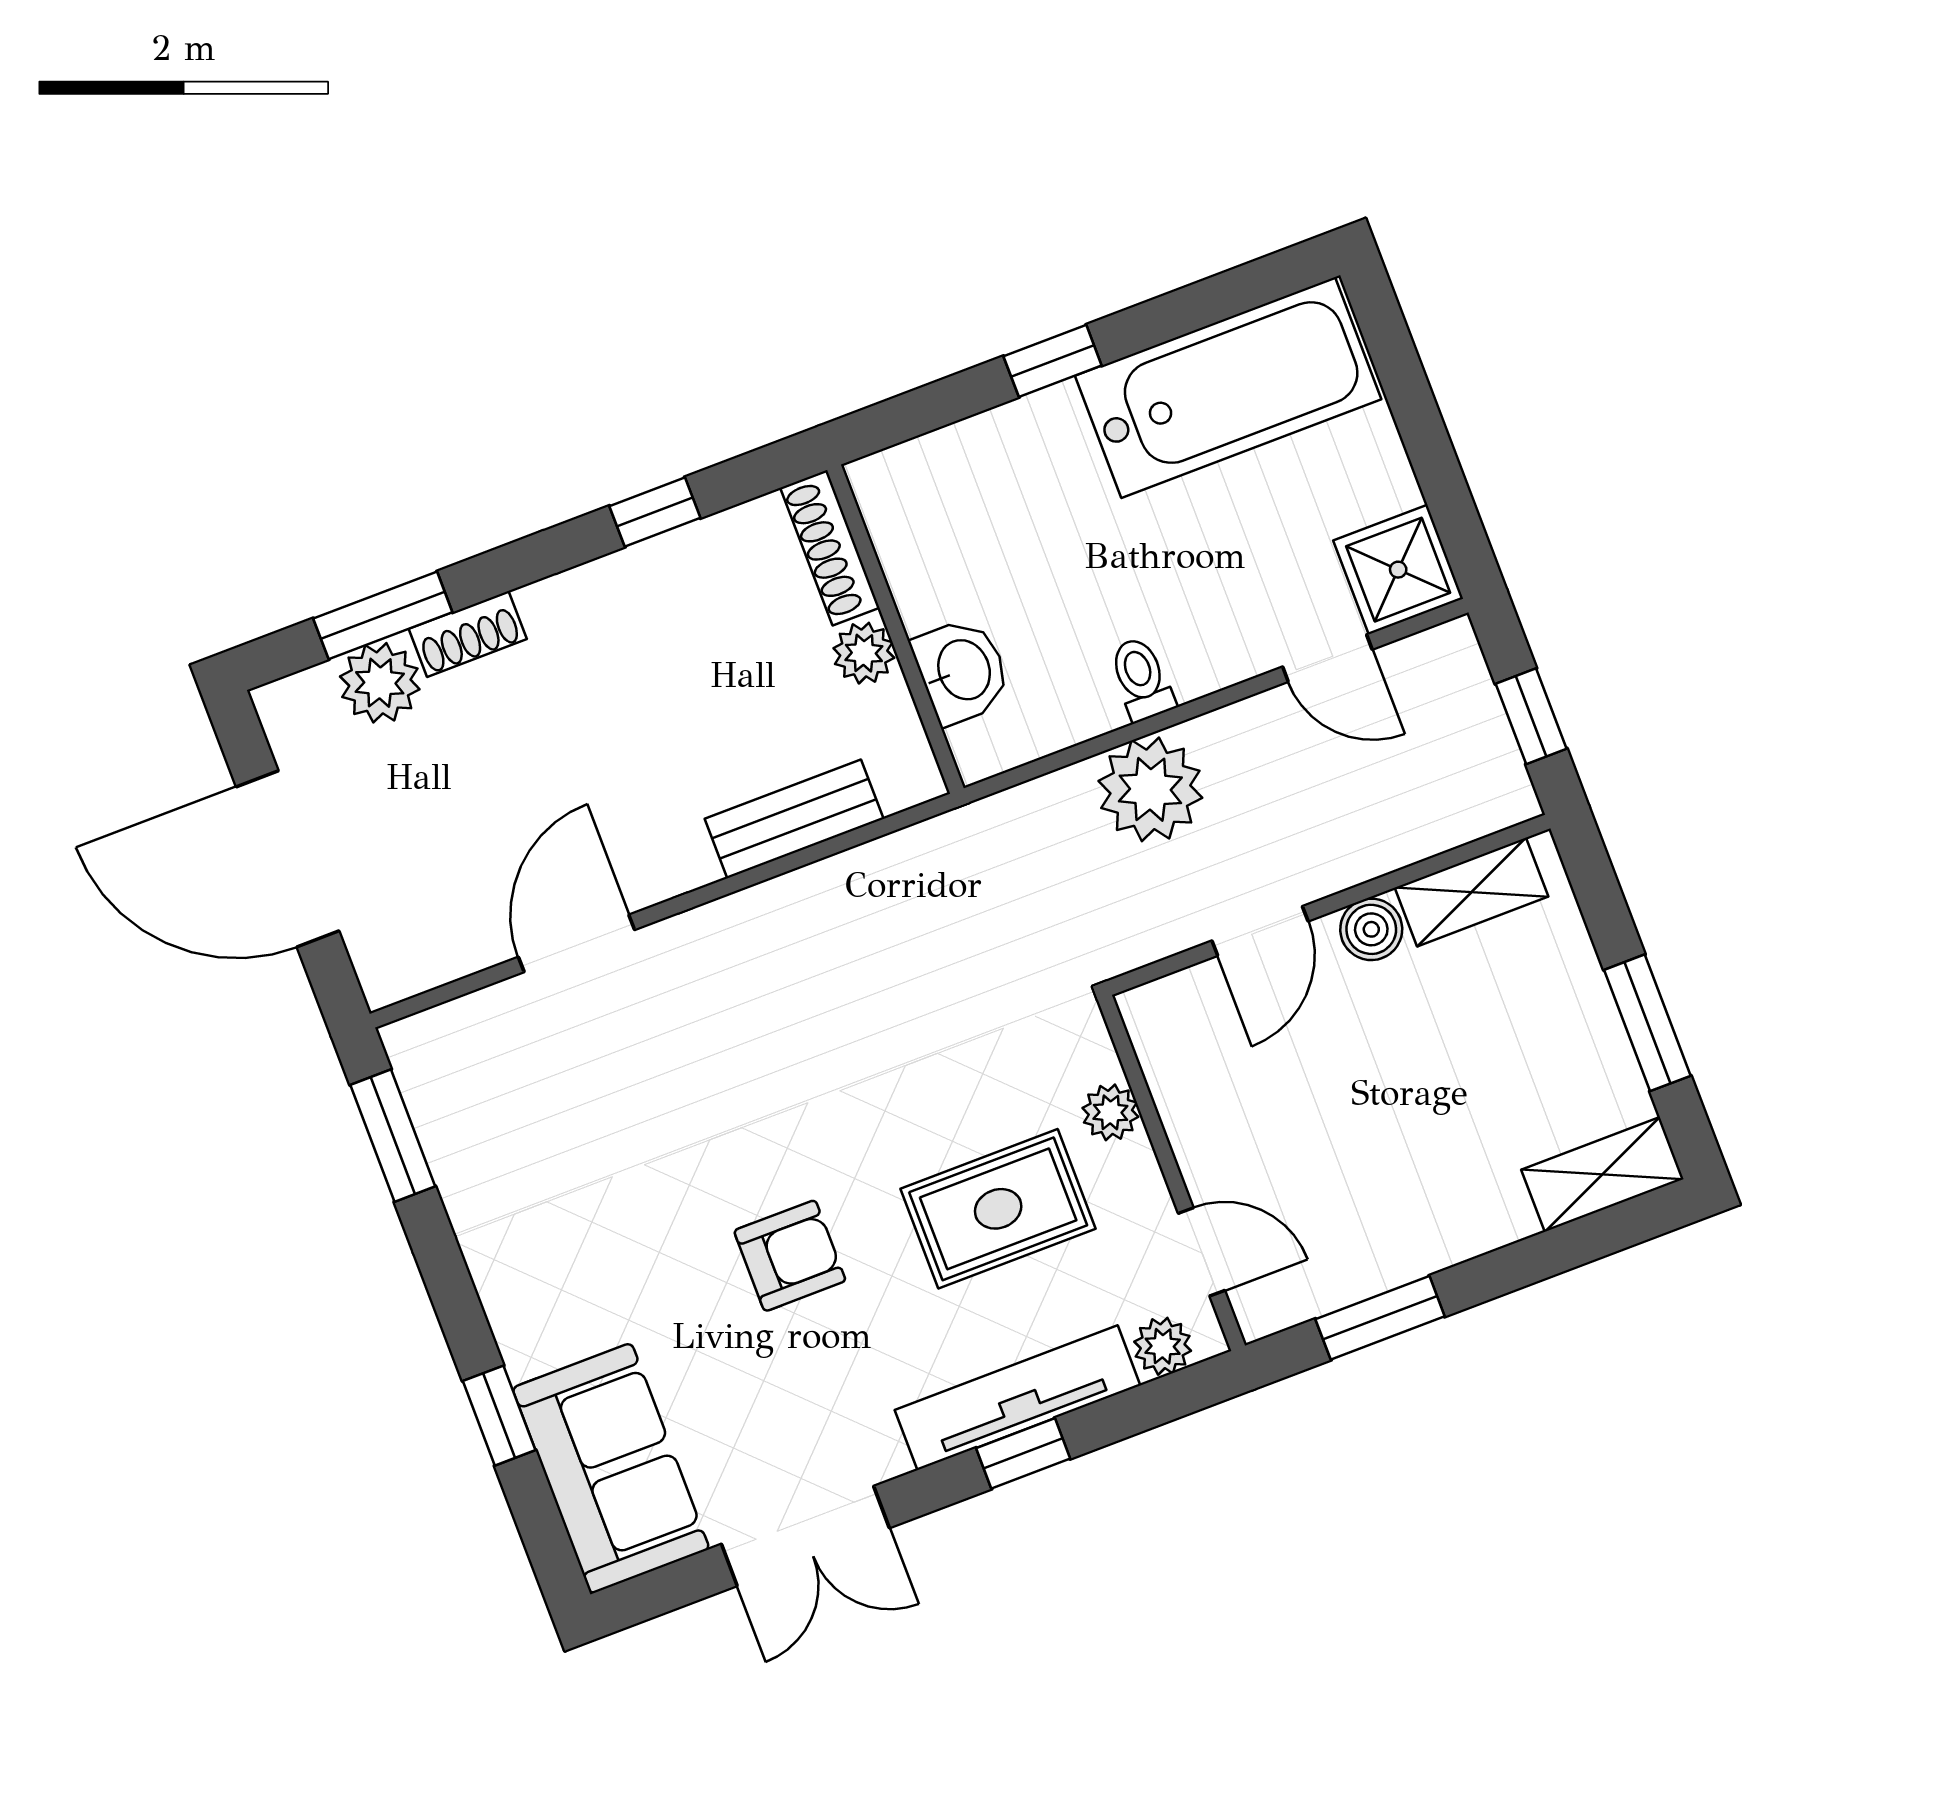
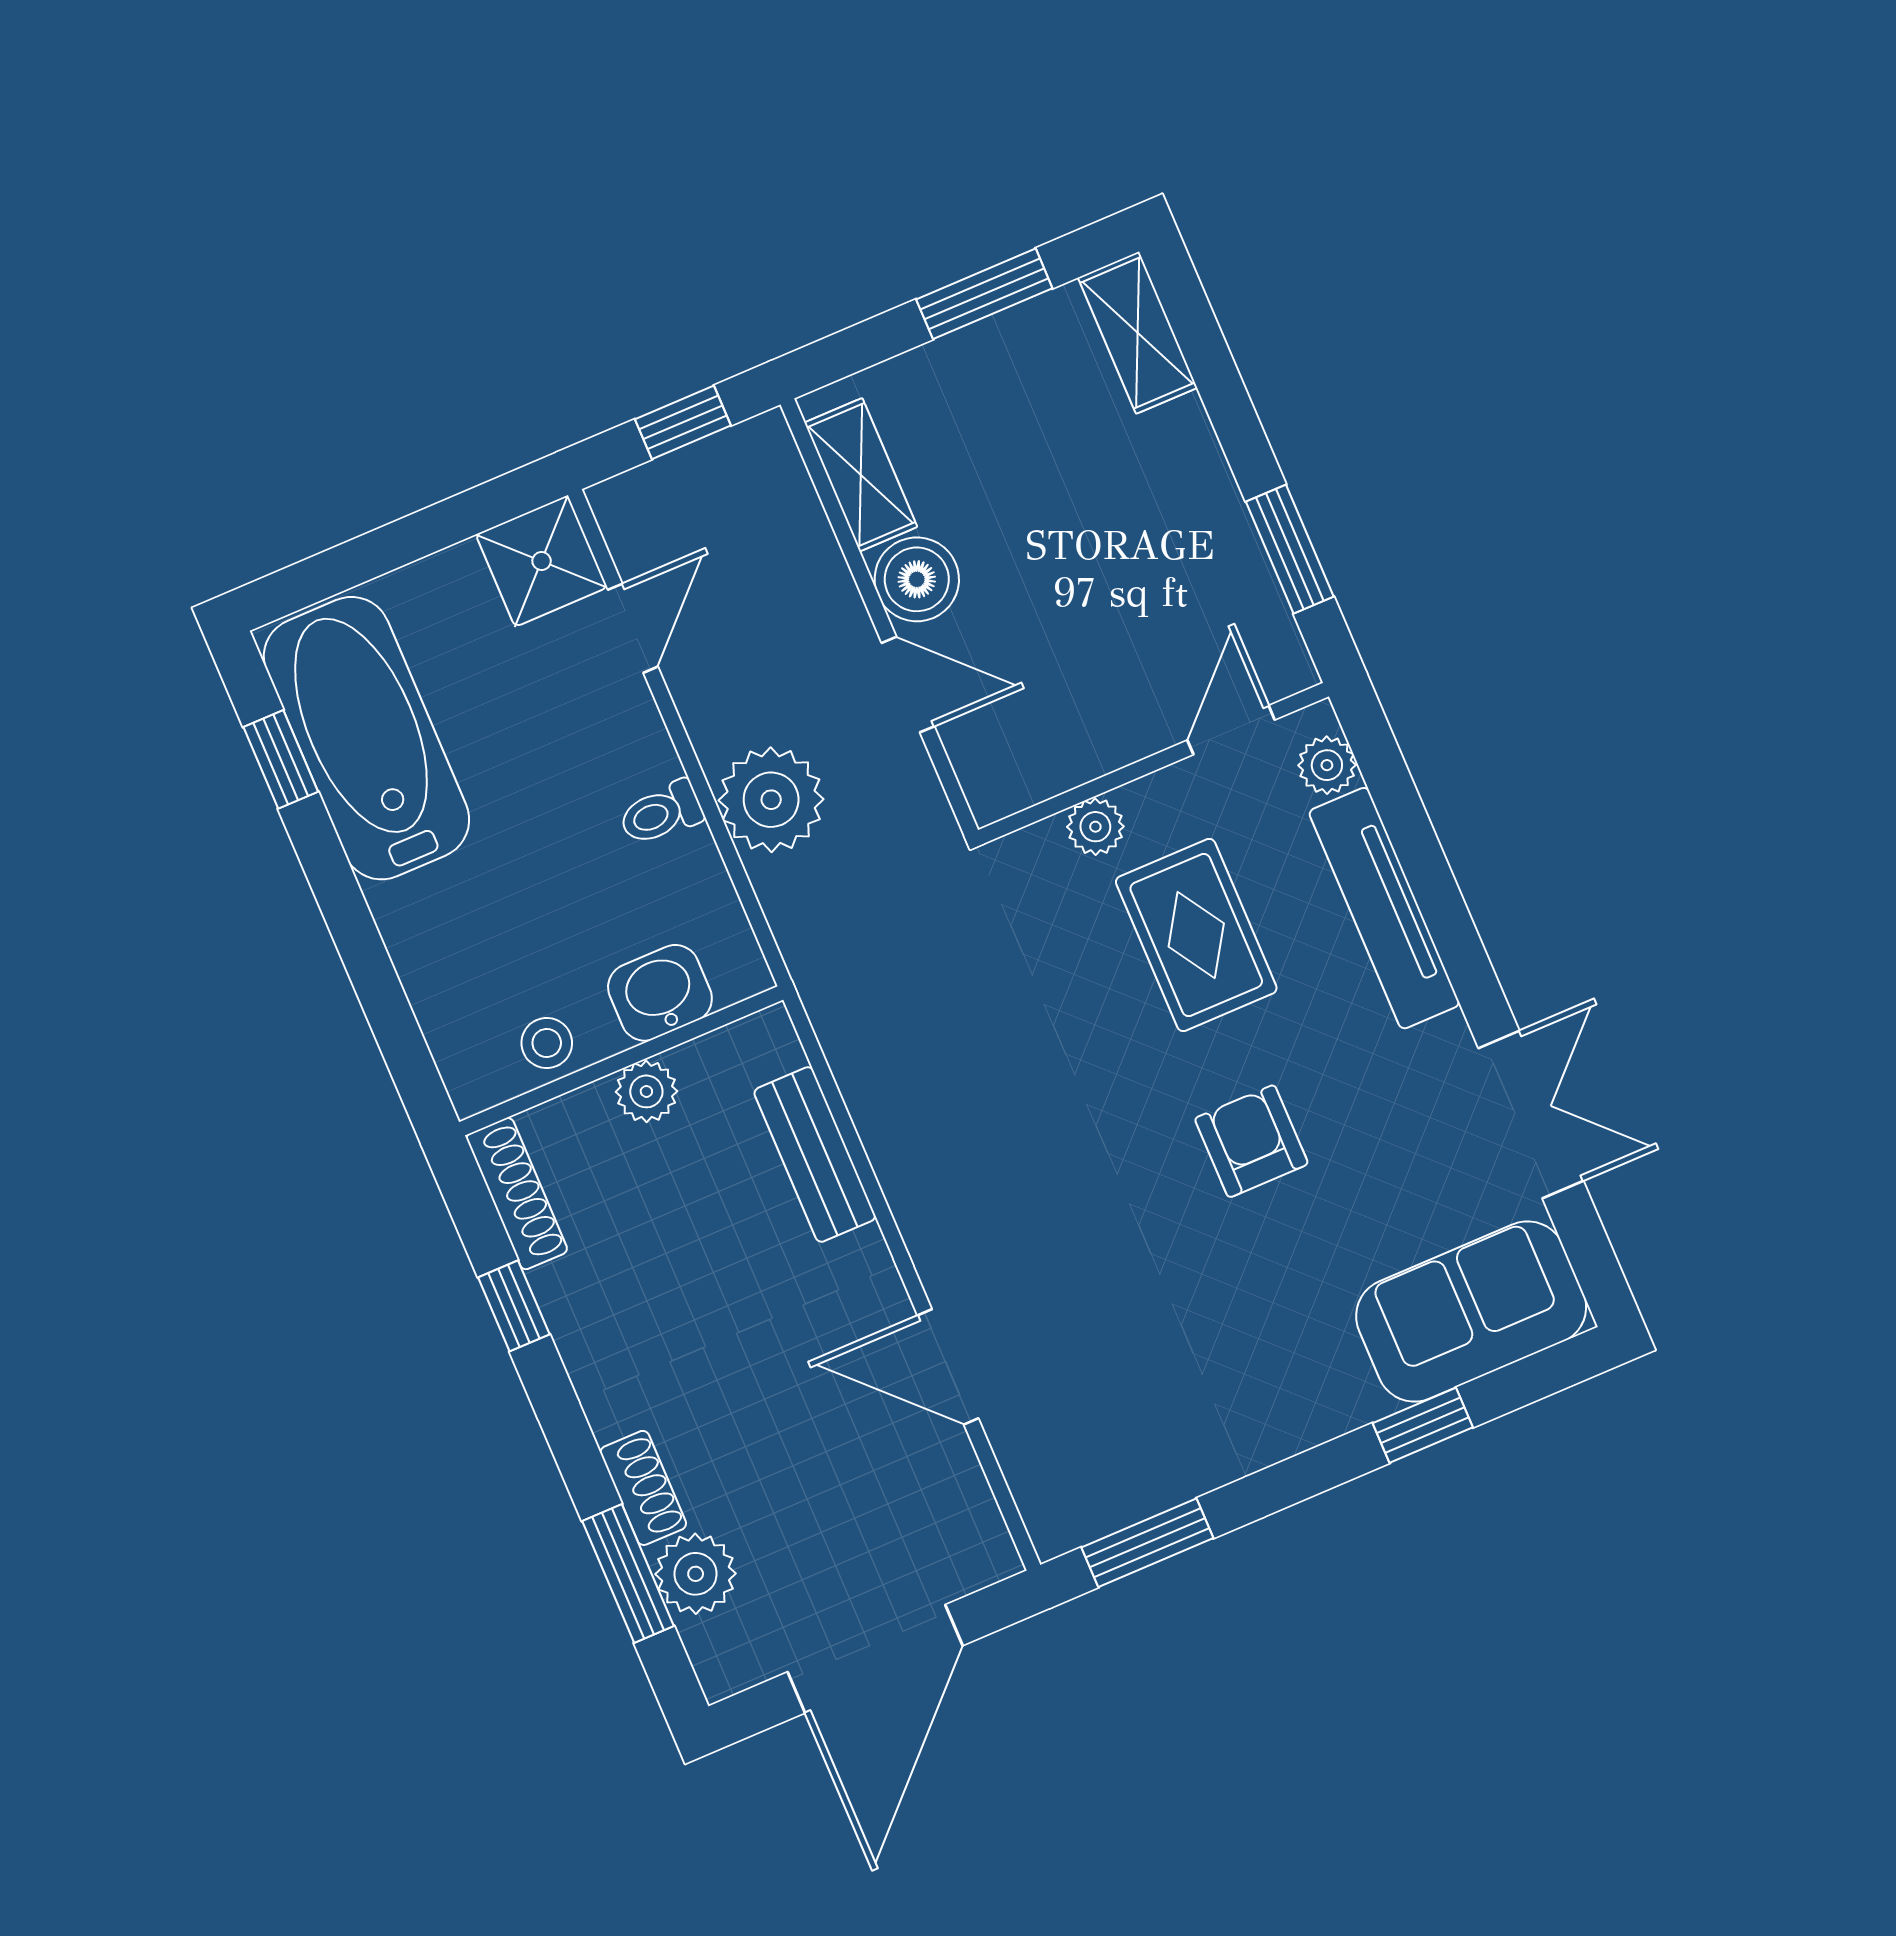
window: (1053, 361) -> (281, 759), moved
shoe rack: (830, 548) -> (517, 1194), moved, turned -90
stool: (916, 555) -> (547, 1043), added
boiler: (1371, 929) -> (917, 579), width x1.36, depth x1.36
window: (1023, 1453) -> (1440, 900), removed

